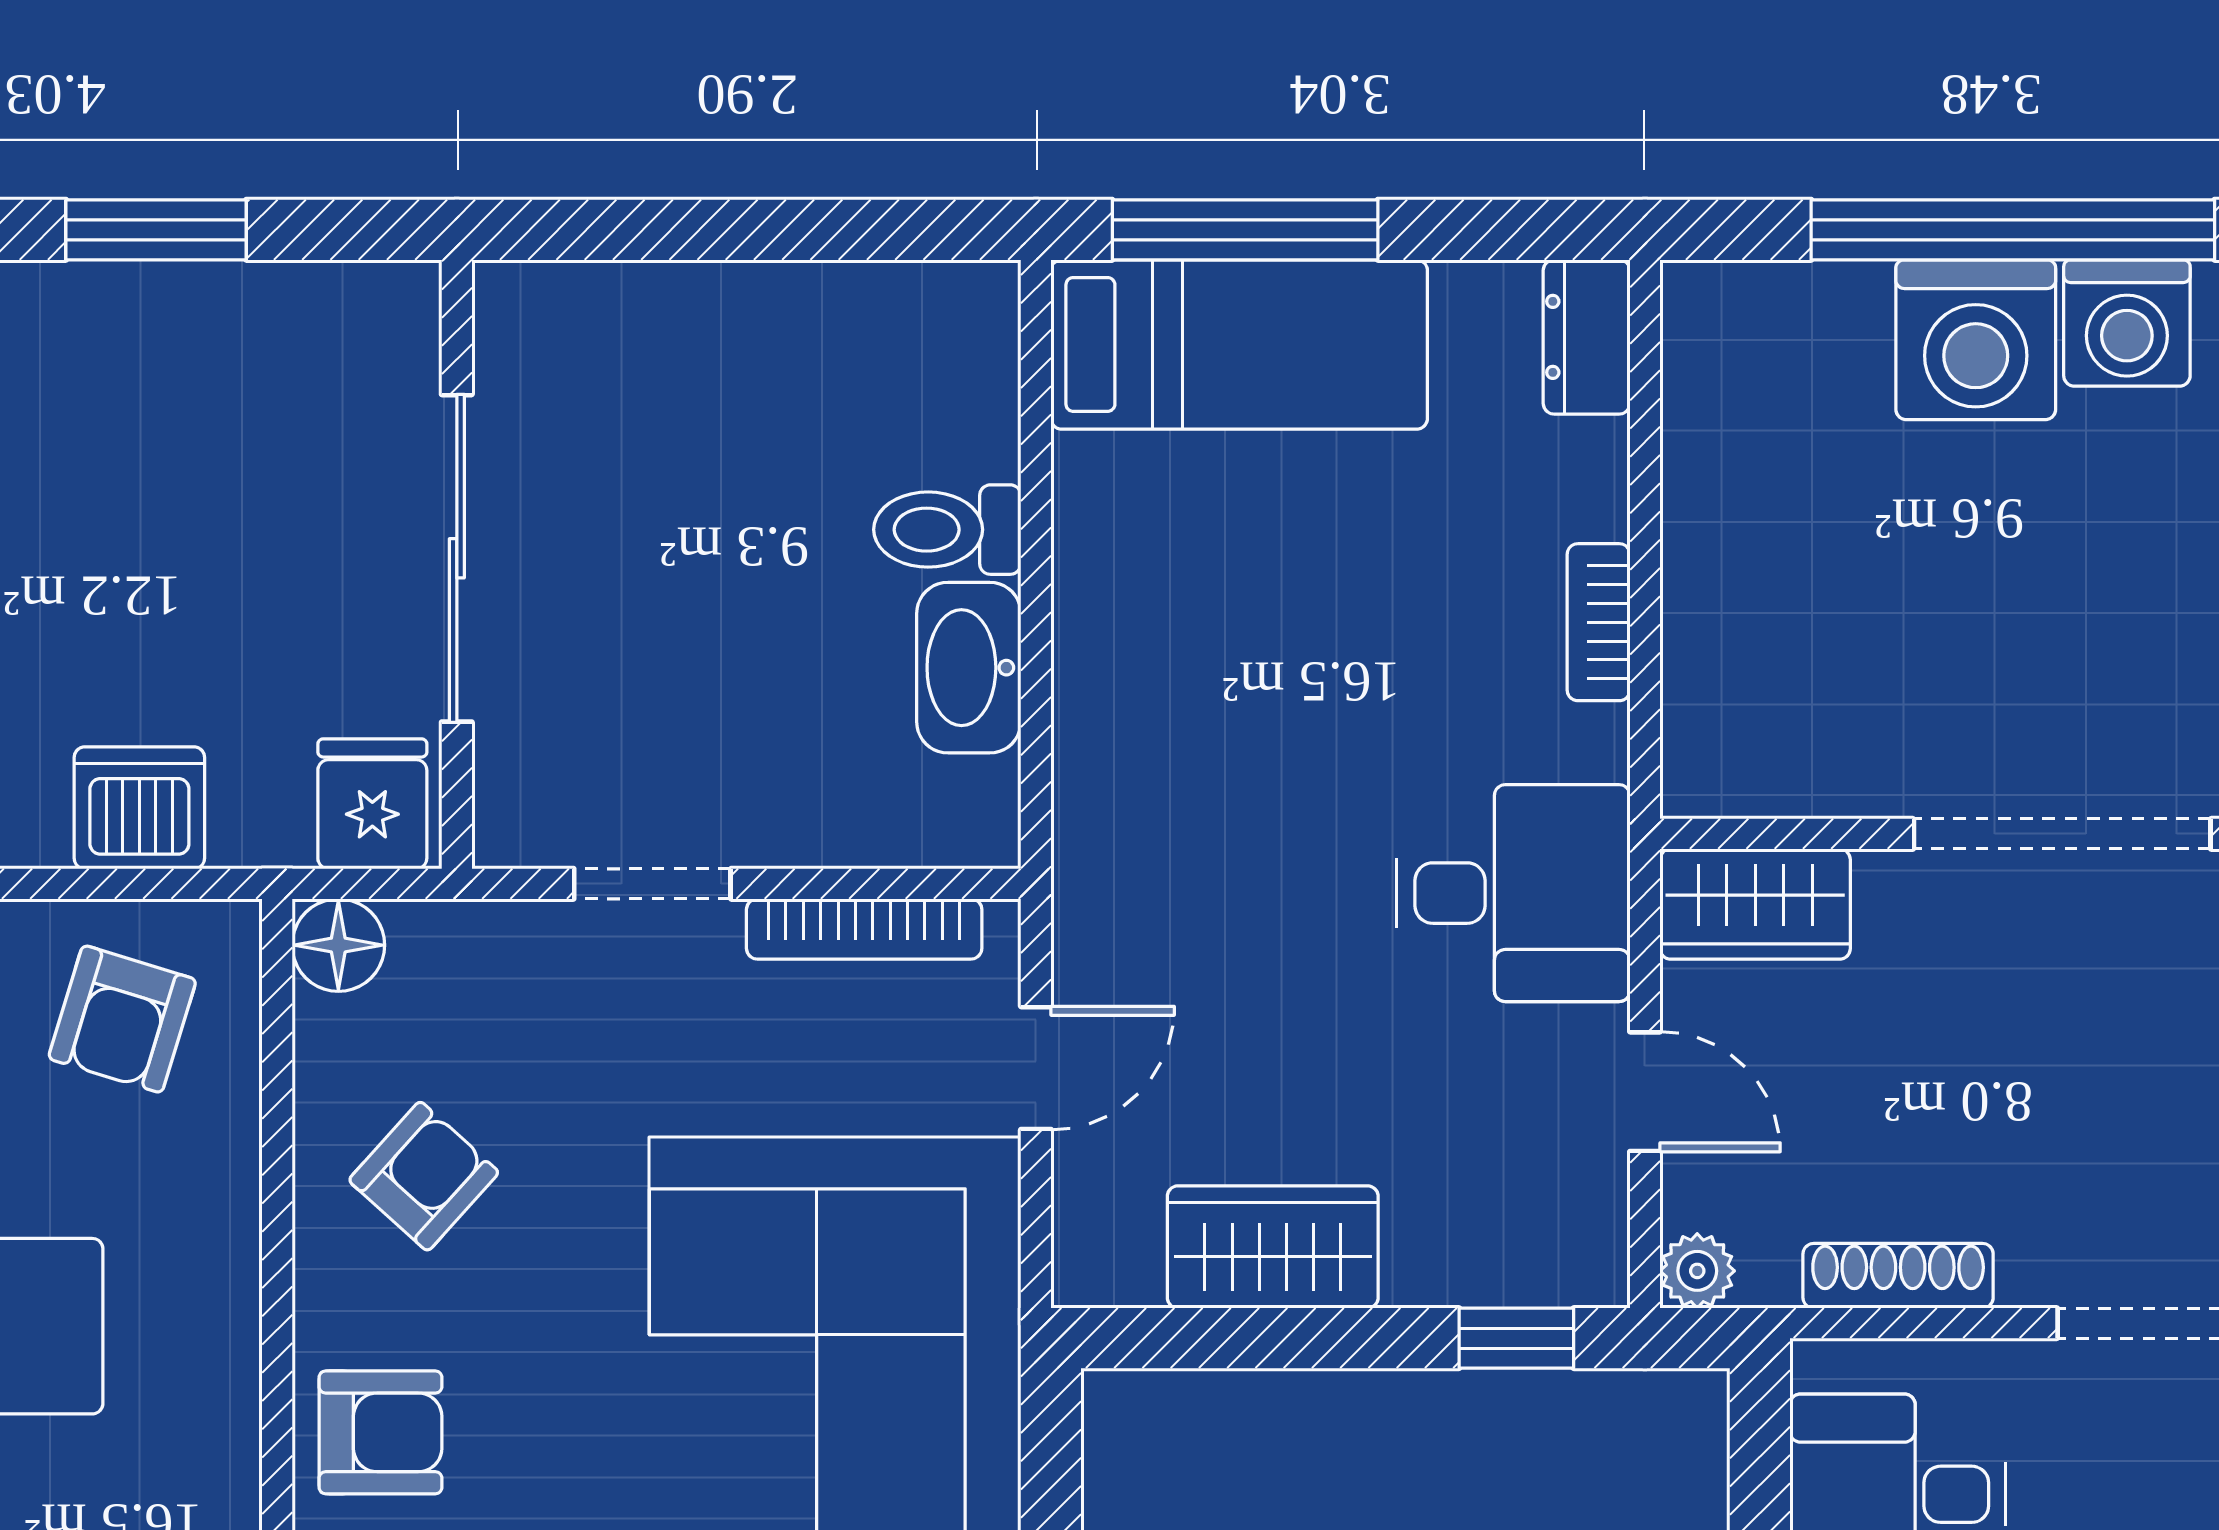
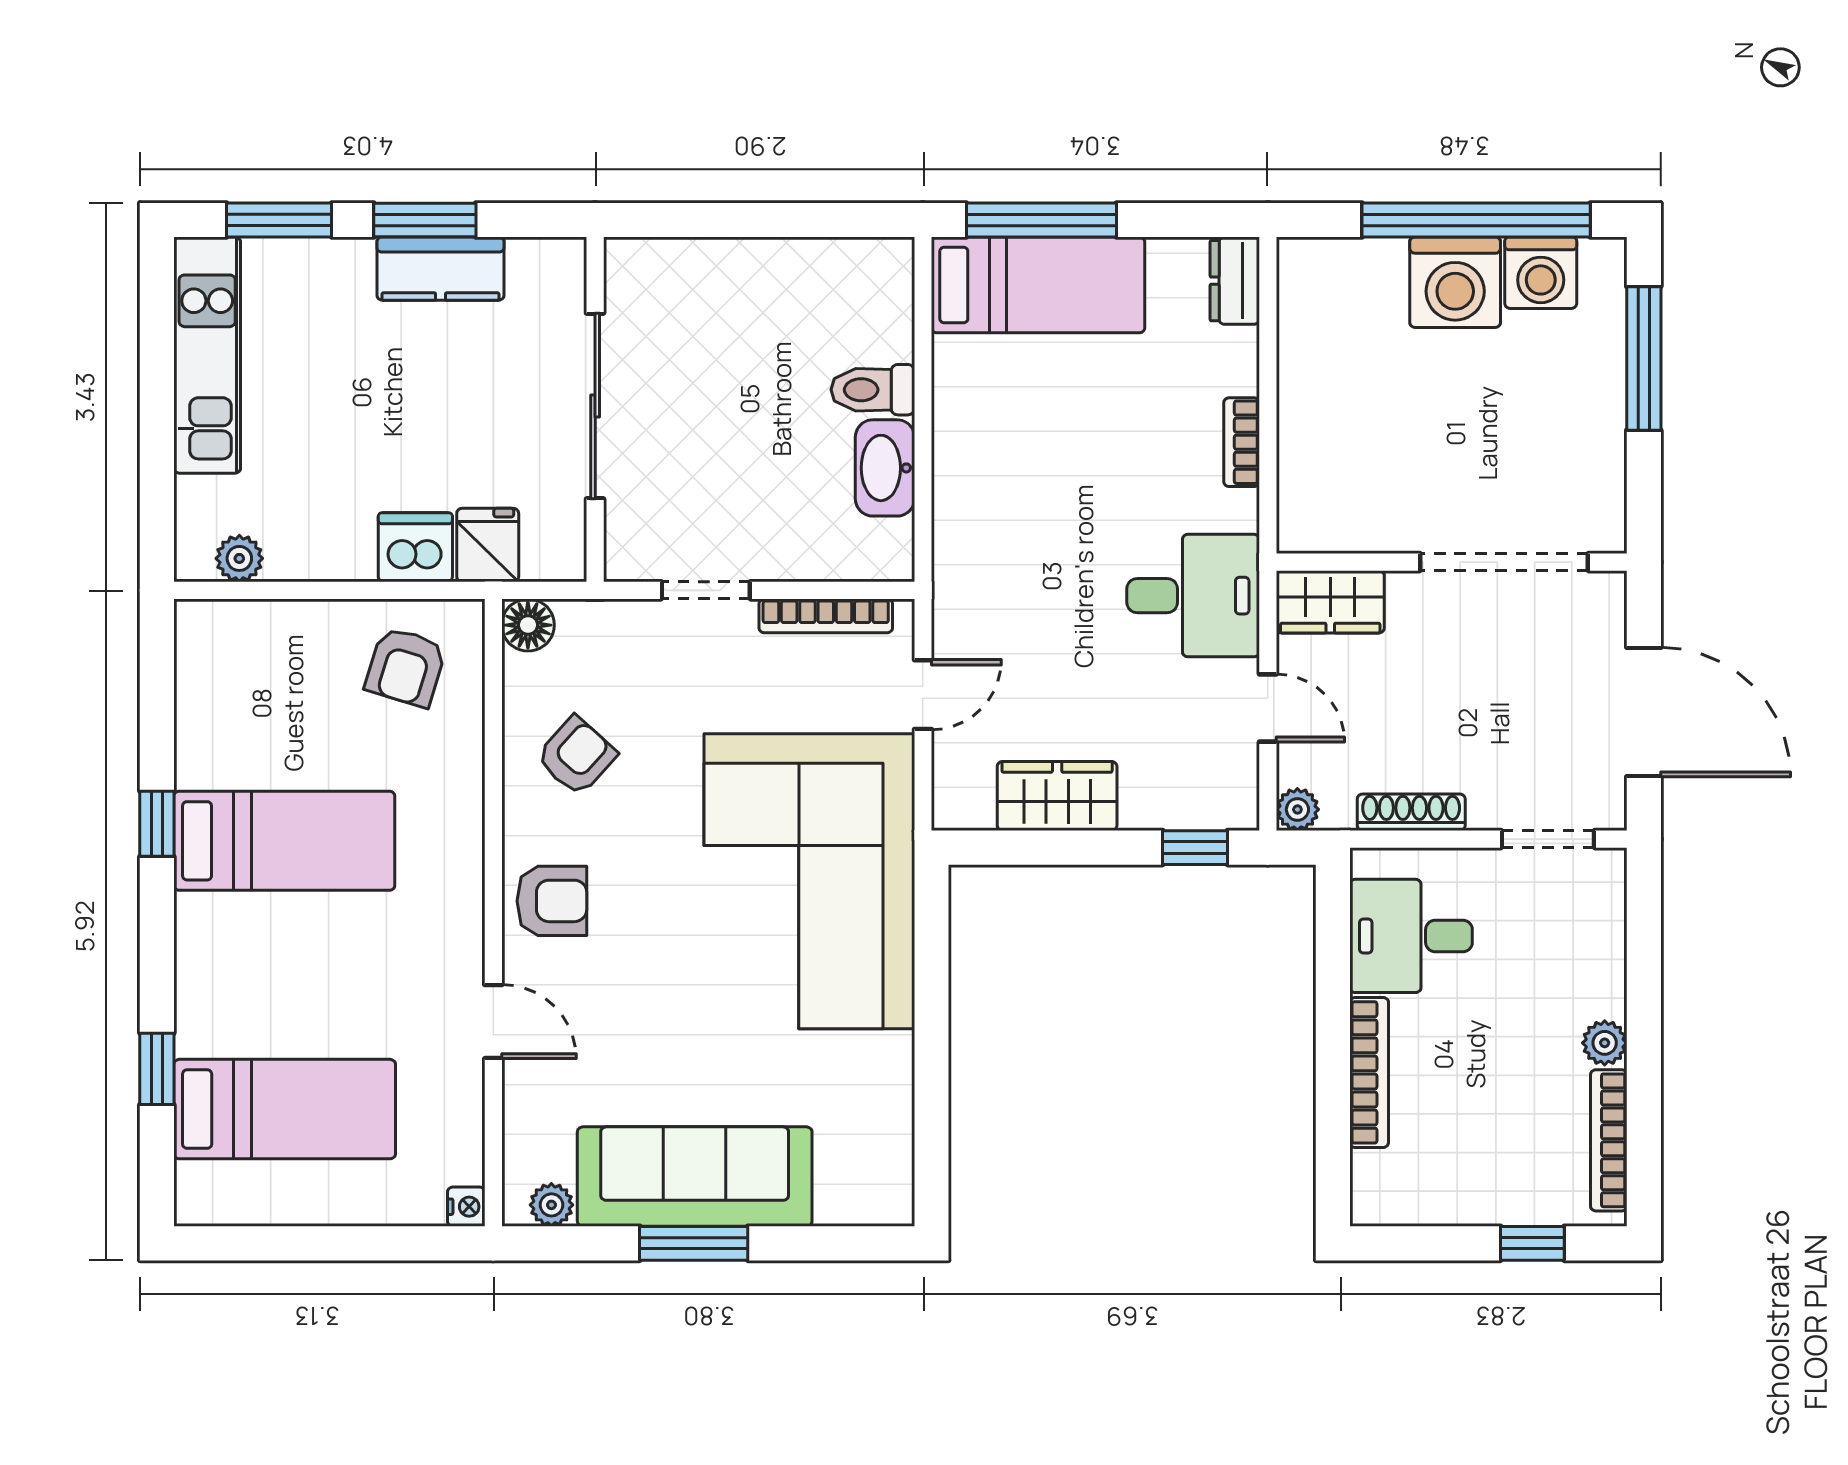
kitchen counter: (184, 316) -> (440, 269), added
fridge: (372, 804) -> (488, 545), moved

